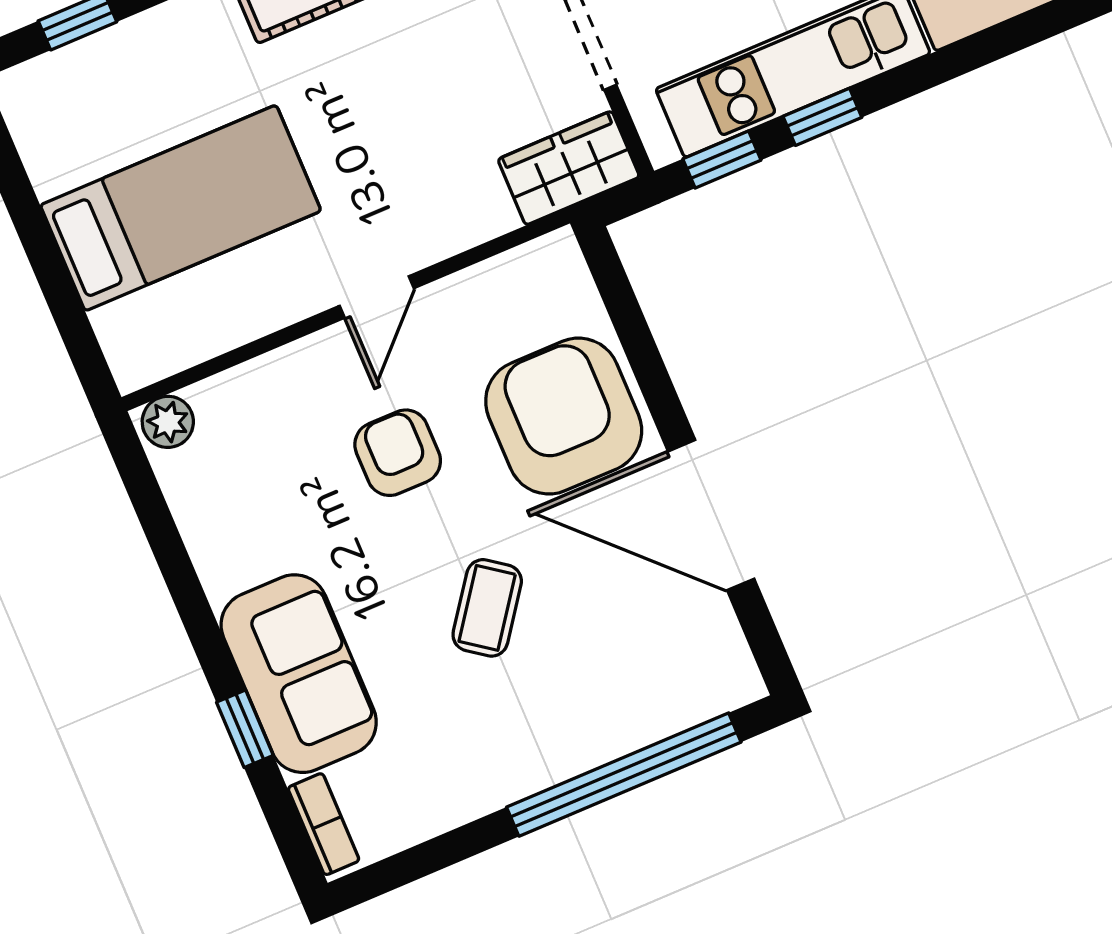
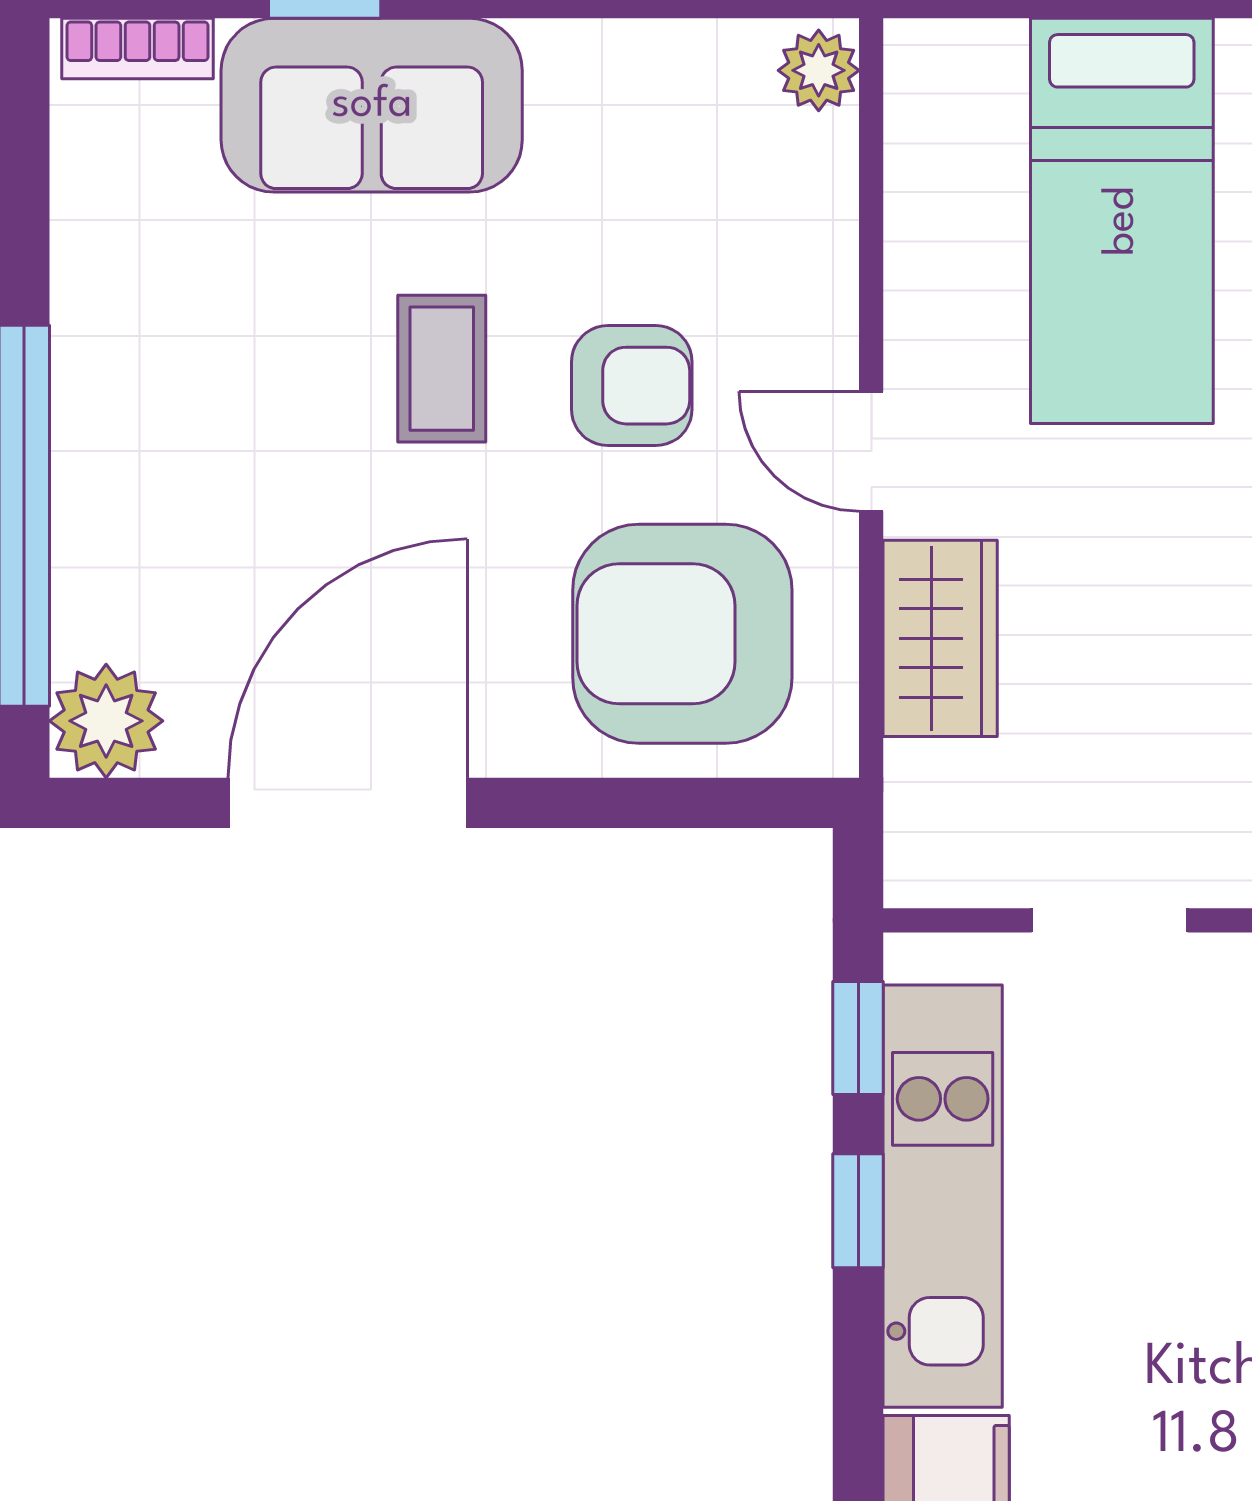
wardrobe: (569, 168) -> (940, 638), moved
armchair: (564, 416) -> (682, 634), moved, turned 180
coffee table: (487, 608) -> (442, 369), moved, turned 54
plant: (723, 676) -> (106, 721), added

